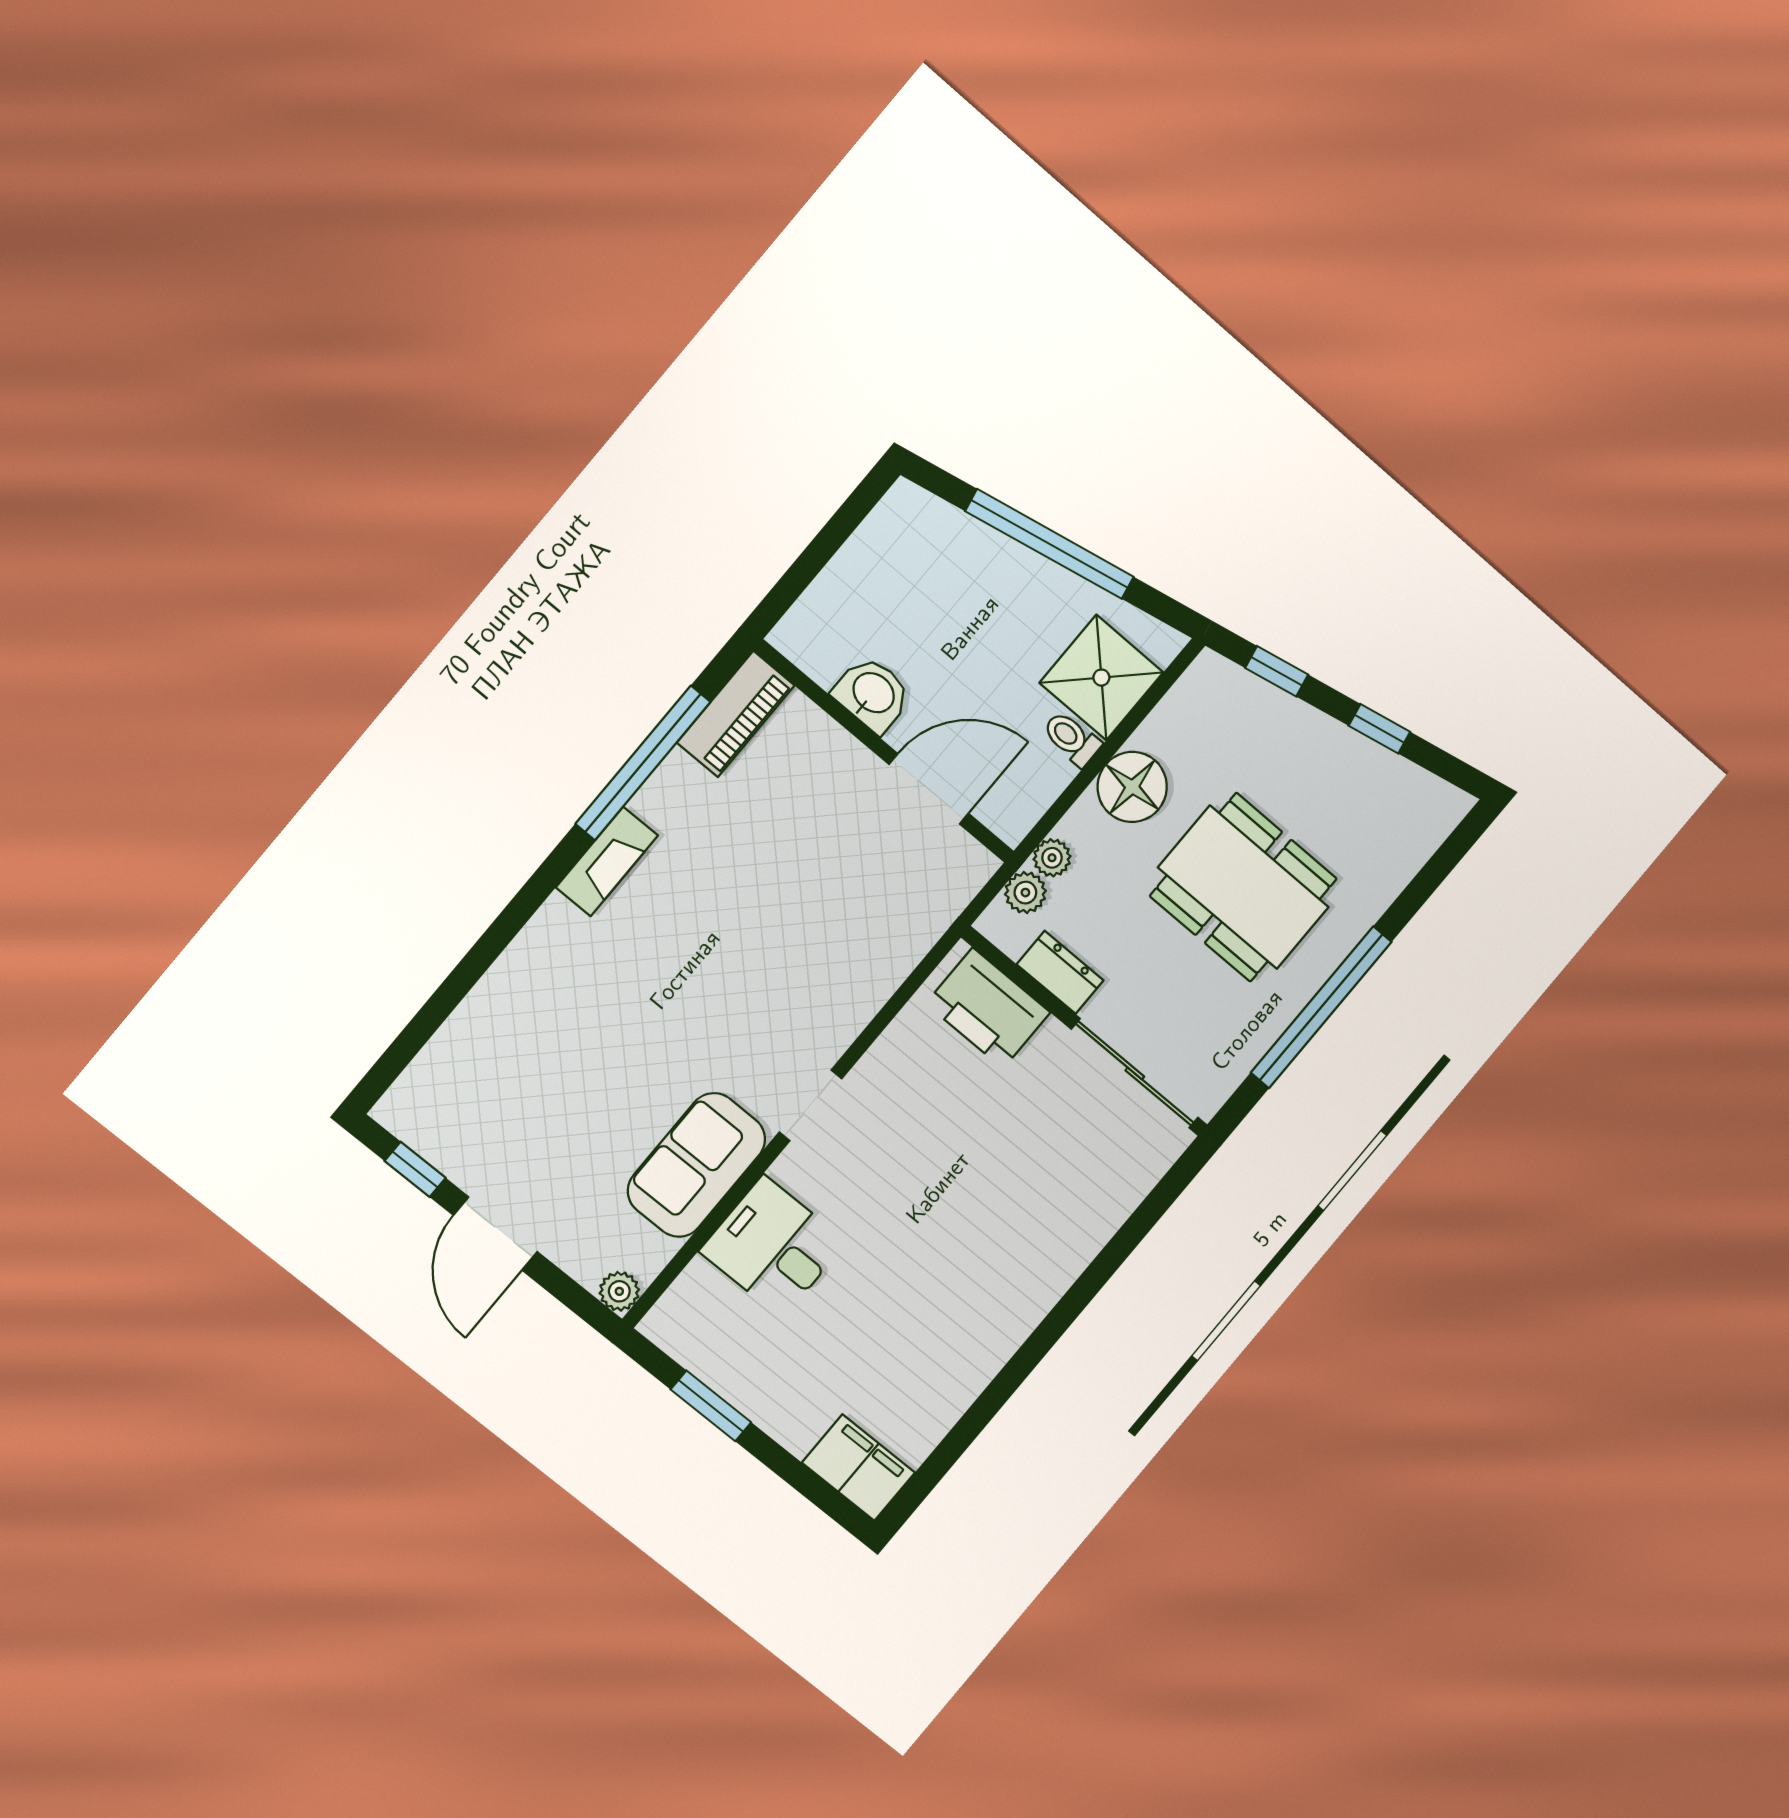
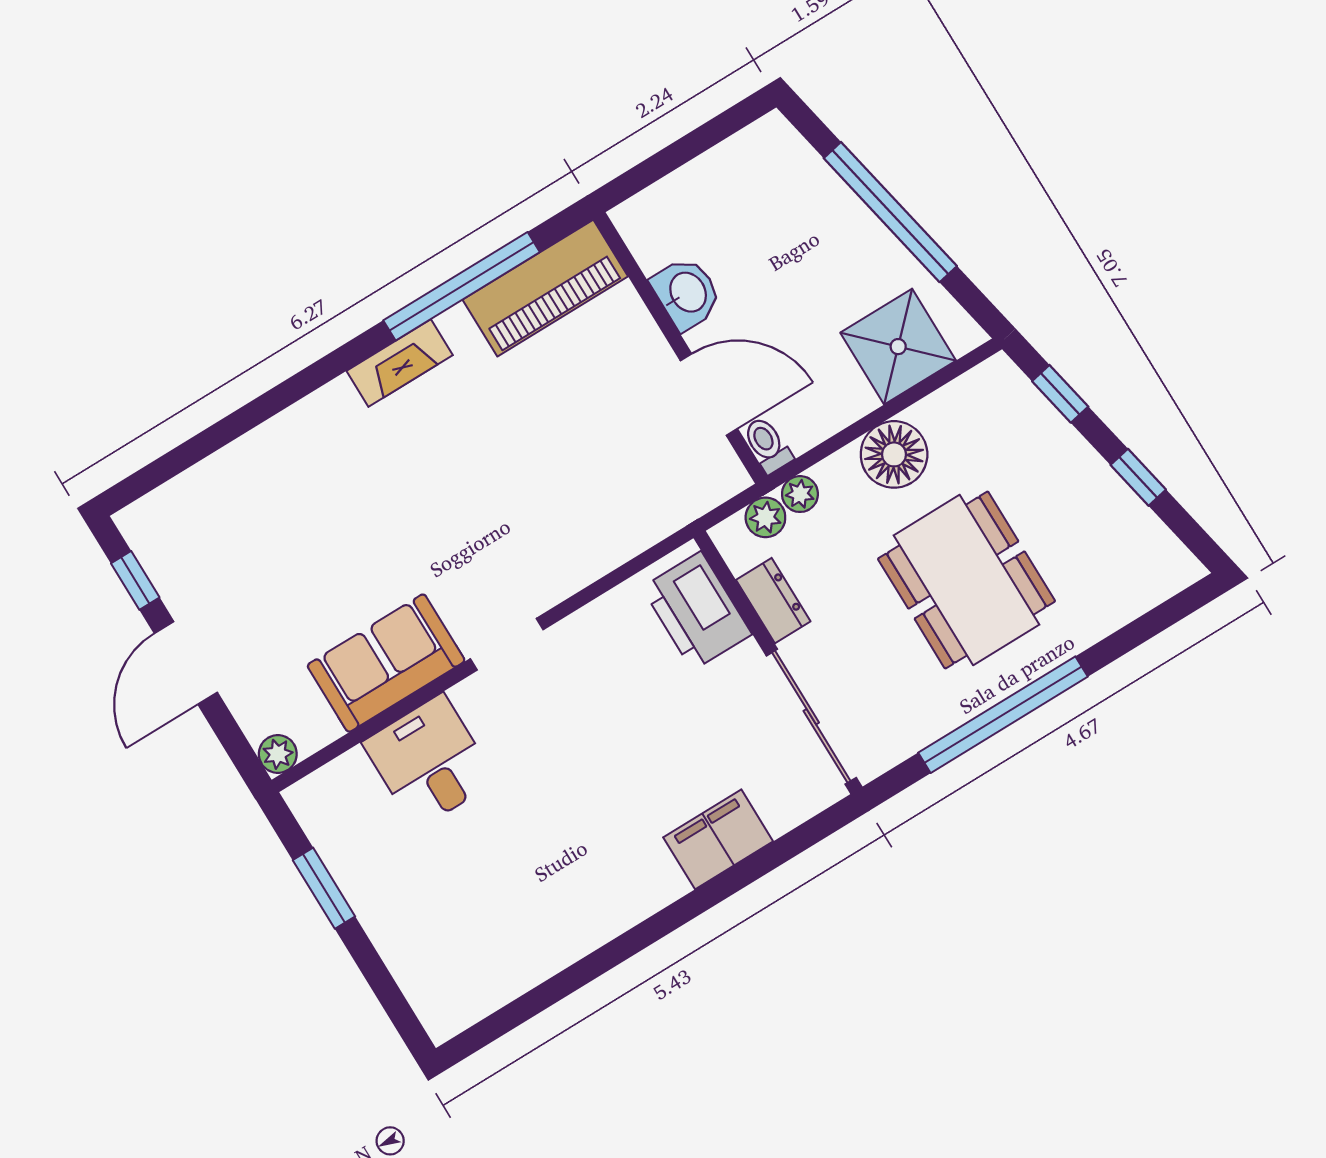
piano: (736, 714) -> (545, 288), width x1.37, depth x1.33
toilet: (1072, 739) -> (767, 445), moved
filing cabinet: (858, 1468) -> (718, 839), moved, turned -90

